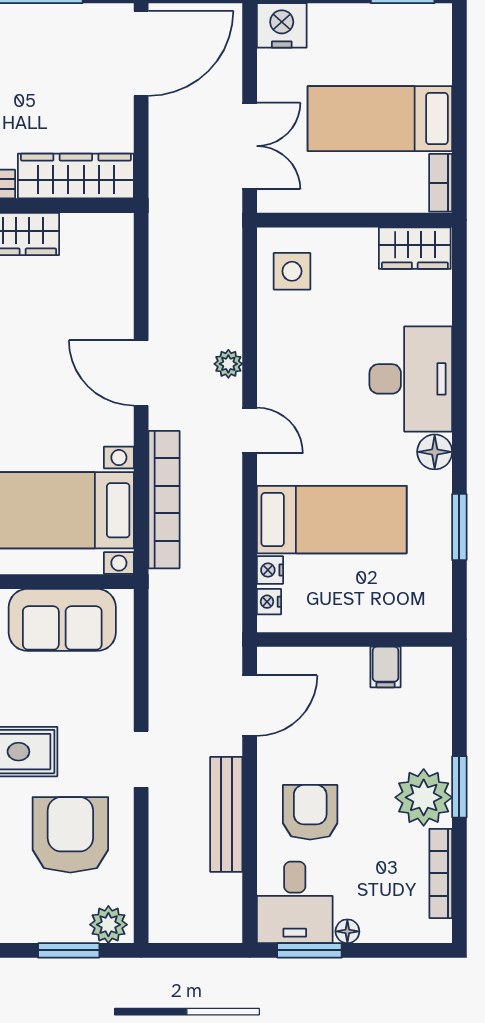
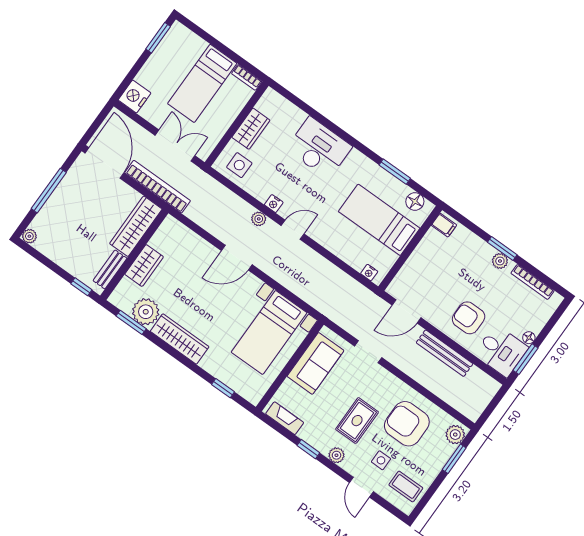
wardrobe: (415, 248) -> (251, 129), moved
floor lamp: (435, 452) -> (415, 202), moved
bookcase: (164, 500) -> (158, 187), moved
bed: (332, 520) -> (379, 220), moved, turned -90
nightstand: (270, 570) -> (274, 204), moved
filing cabinet: (385, 667) -> (444, 225), moved
door: (250, 706) -> (407, 311), swing flipped
doorway: (141, 759) -> (368, 352), moved
plant: (424, 797) -> (500, 261), width x0.53, depth x0.53

